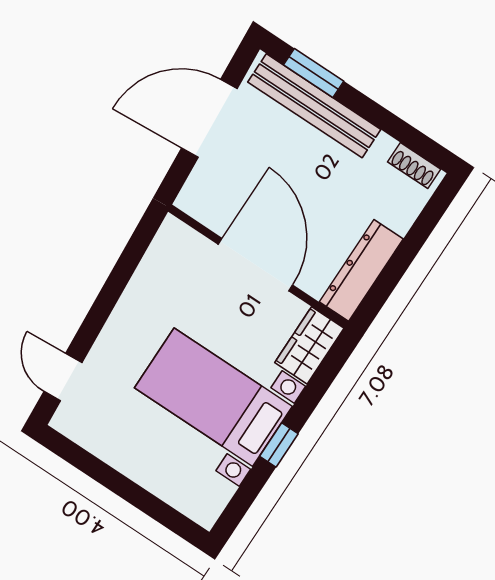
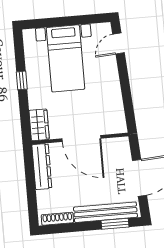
shoe rack: (414, 166) -> (57, 219), width x1.43
door: (63, 377) -> (118, 43), swing flipped
bed with nightstands: (213, 397) -> (66, 58), moved, turned 90

